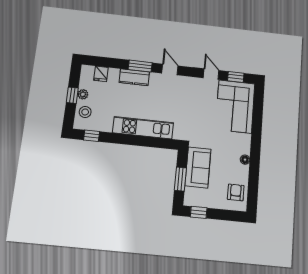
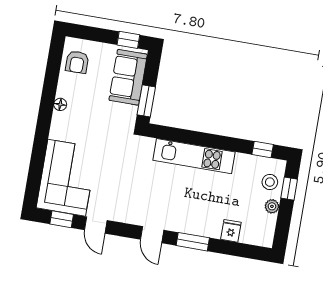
fridge: (101, 74) -> (231, 231), moved
kitchen counter: (134, 77) -> (202, 226), removed
window: (72, 95) -> (289, 189), moved
sofa: (198, 167) -> (128, 77), moved
window: (180, 179) -> (146, 101), moved

